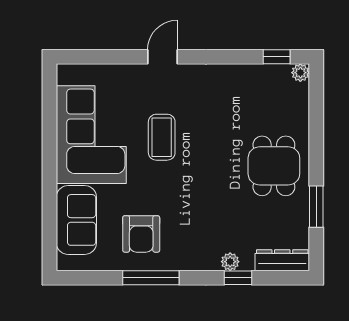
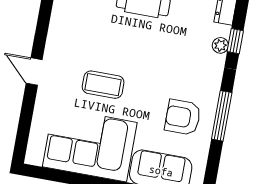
armchair: (141, 234) -> (183, 117), turned 180

